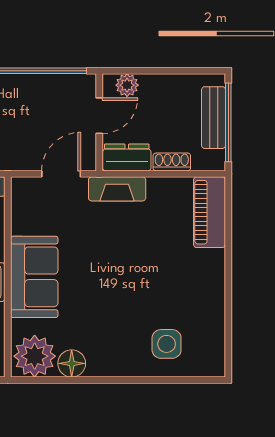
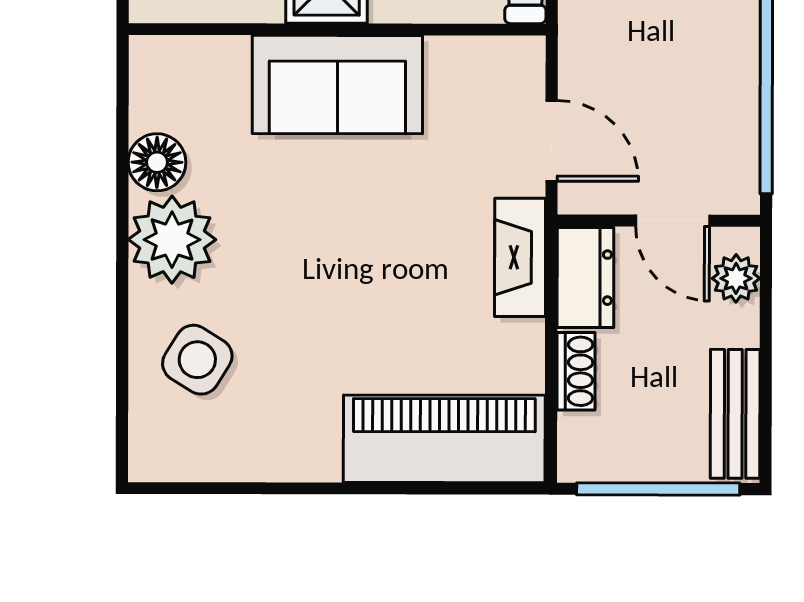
bench: (214, 118) -> (735, 414), moved, turned 90
piano: (210, 212) -> (444, 439), width x1.37, depth x1.33
side table: (167, 344) -> (197, 360), turned 32
plant: (35, 356) -> (172, 240), moved

